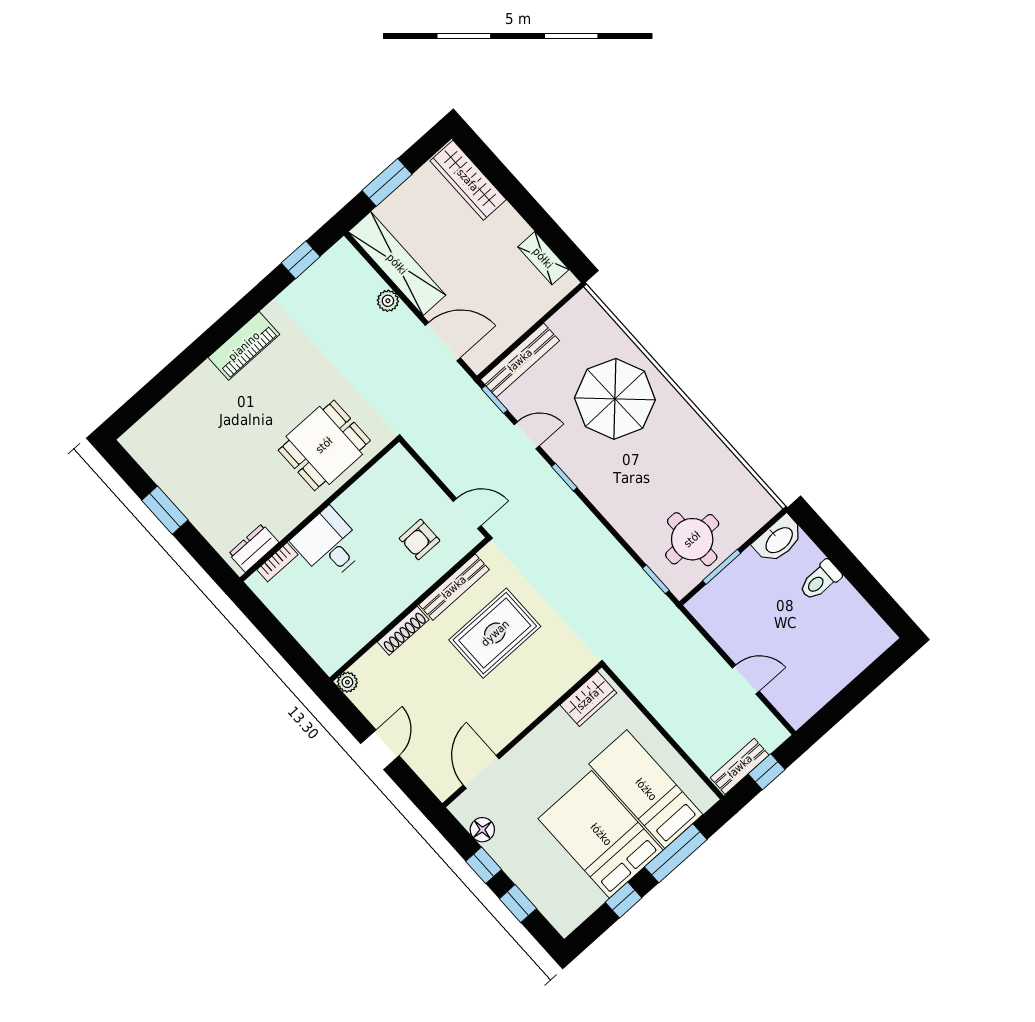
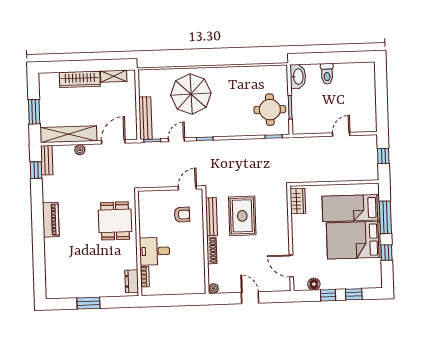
wardrobe: (468, 180) -> (80, 79), moved
armchair: (420, 539) -> (182, 215), turned -90
bench: (740, 766) -> (47, 160), moved

